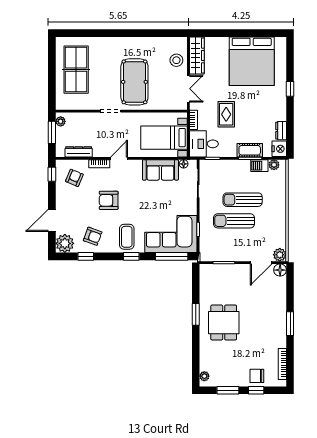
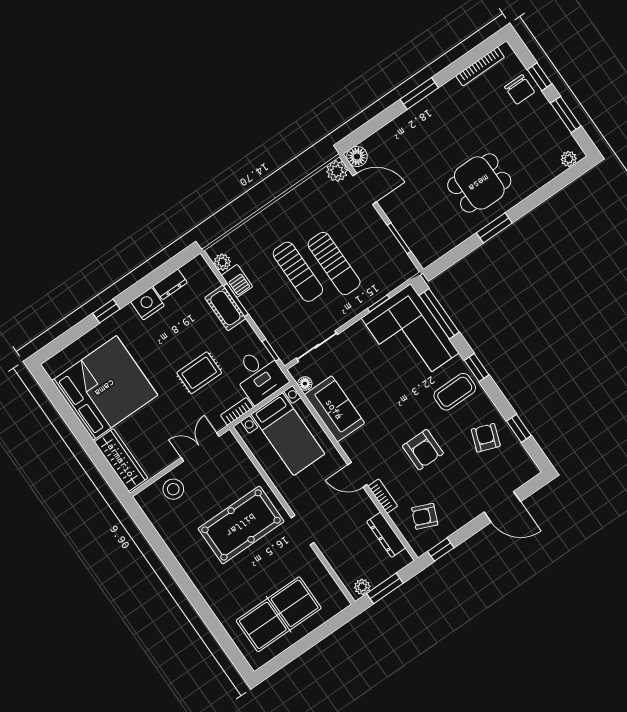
wardrobe: (197, 55) -> (121, 460), moved, turned 90
nightstand: (279, 149) -> (148, 304), moved
plant: (65, 243) -> (521, 468), removed

